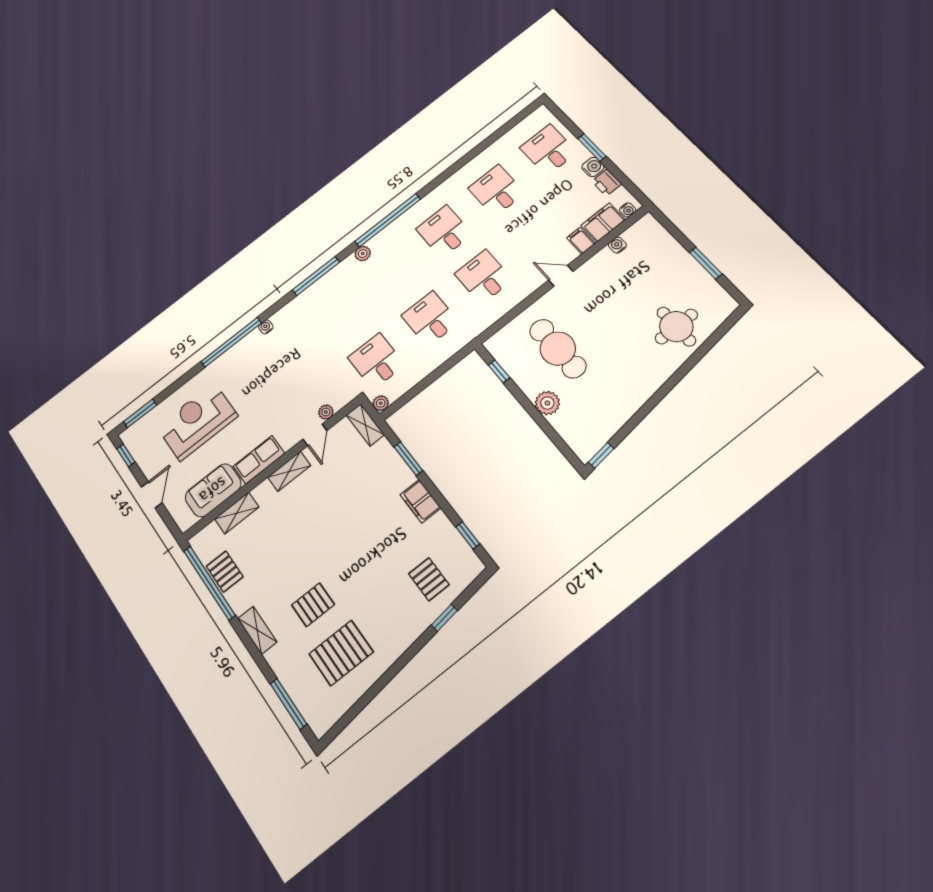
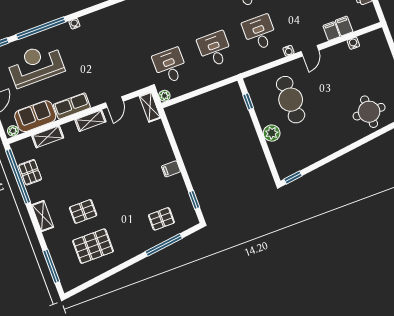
water cooler: (628, 210) -> (288, 51), moved
filing cabinet: (603, 222) -> (344, 26), width x0.50
door: (561, 276) -> (310, 51), swing flipped
water cooler: (266, 327) -> (74, 24), moved
window: (231, 342) -> (41, 28), moved
plant: (326, 412) -> (13, 131), moved
window: (408, 459) -> (172, 139), removed
filing cabinet: (420, 501) -> (171, 169), width x0.50
pallet: (429, 579) -> (161, 219), turned 90
window: (444, 618) -> (164, 245), width x2.17

